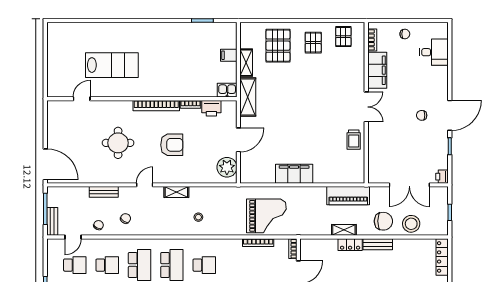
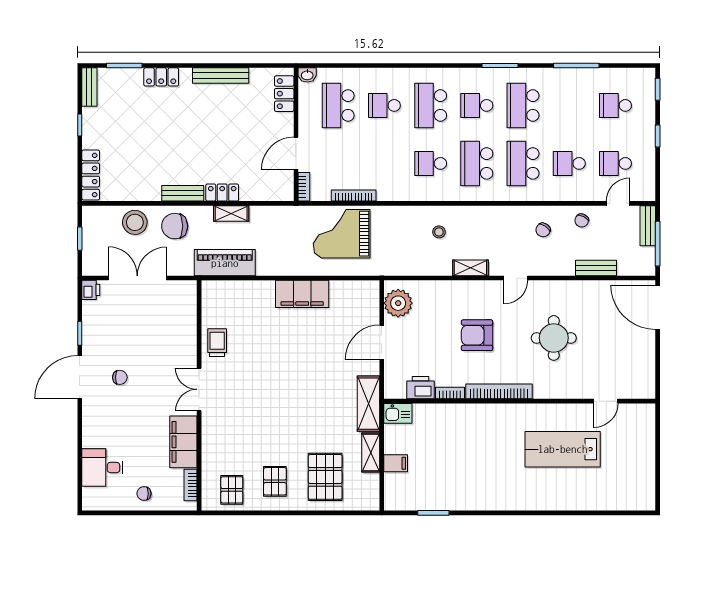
bench: (104, 192) -> (596, 268), moved

